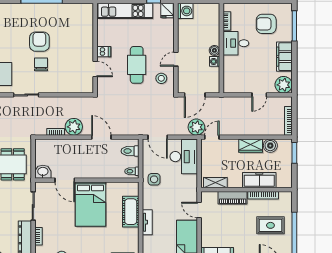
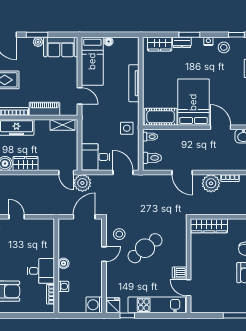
dishwasher: (104, 52) -> (180, 273), moved
washing machine: (215, 61) -> (63, 286), moved
cafe table: (137, 65) -> (145, 248), turned 52
door: (95, 69) -> (189, 288), moved
wardrobe: (76, 86) -> (209, 226), added
door: (259, 95) -> (17, 217), hinge flipped
door: (212, 137) -> (66, 173), hinge flipped
desk: (184, 157) -> (96, 157), width x0.73
cot: (131, 212) -> (161, 117), moved, turned 90
tv unit: (147, 222) -> (134, 83), width x1.41

